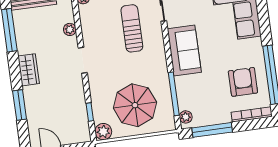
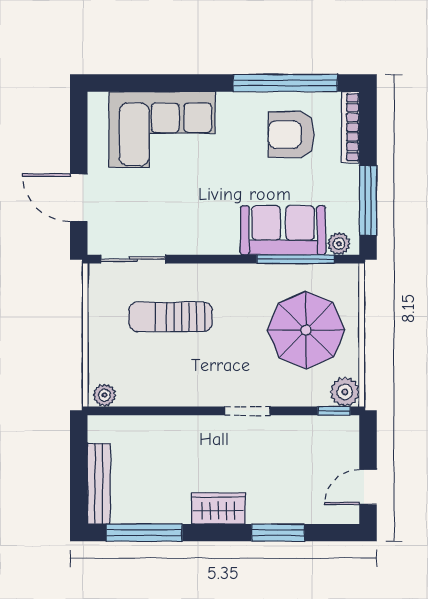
plant: (70, 29) -> (157, 426), removed
sofa: (184, 51) -> (283, 230), moved
doorway: (83, 60) -> (247, 411), moved
window: (90, 112) -> (334, 411), moved

